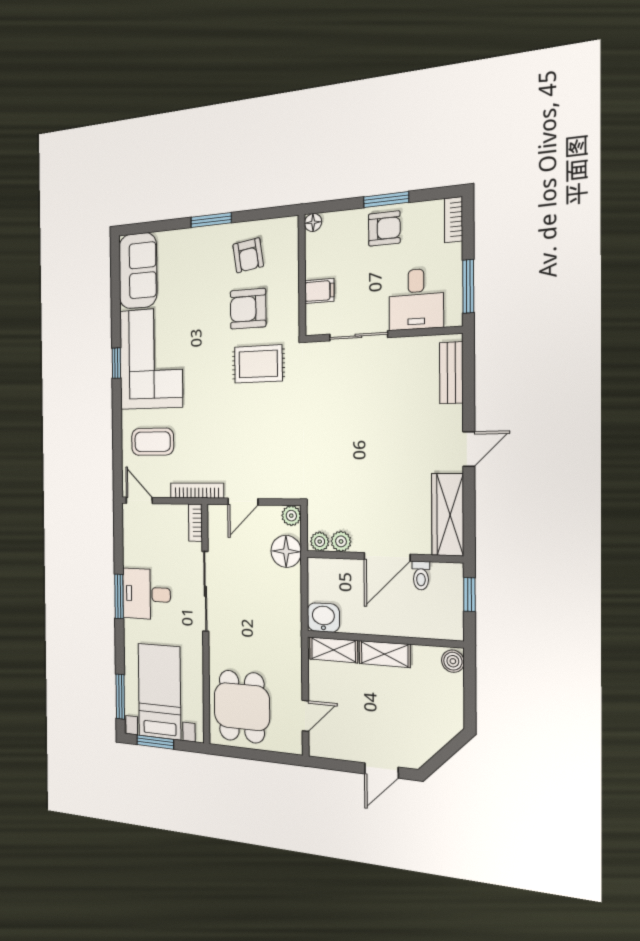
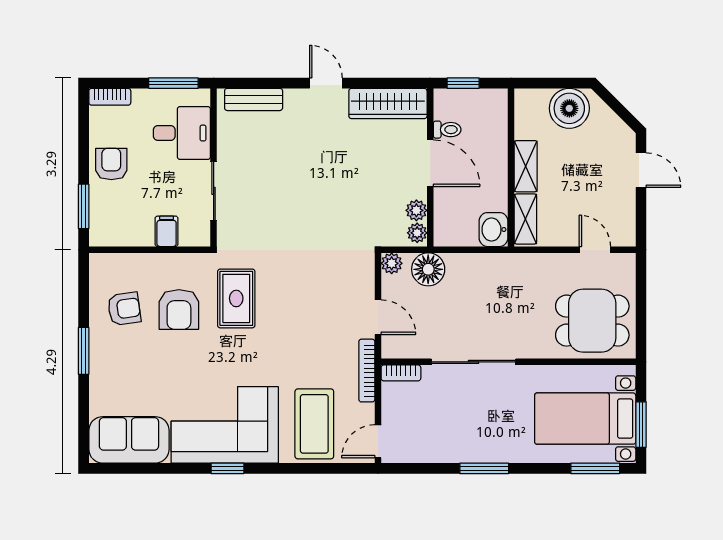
window: (386, 200) -> (84, 206), moved
floor lamp: (313, 222) -> (98, 237), removed
coffee table: (153, 442) -> (314, 424), width x1.36, depth x1.32
desk: (146, 594) -> (480, 434), removed
boiler: (453, 661) -> (569, 108), moved, width x1.86, depth x1.86

